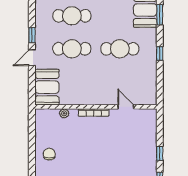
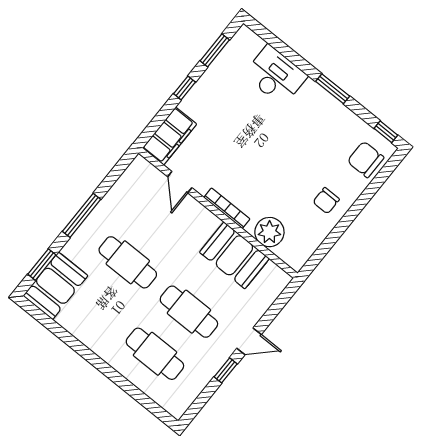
window: (160, 53) -> (82, 215), width x2.17
booth: (47, 87) -> (234, 255), moved, turned 90
plant: (64, 113) -> (269, 232), width x1.88, depth x1.88
filing cabinet: (148, 125) -> (170, 136), added

